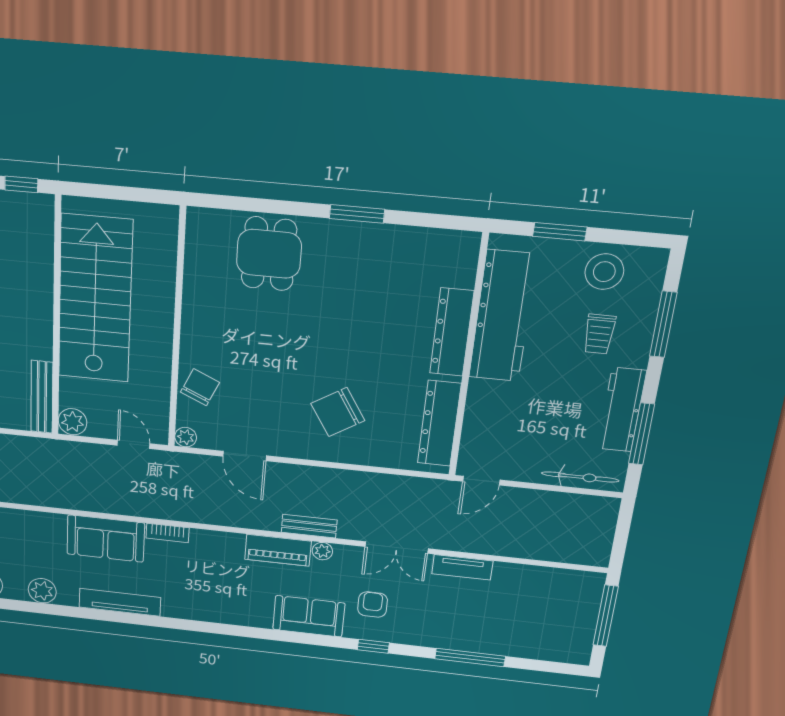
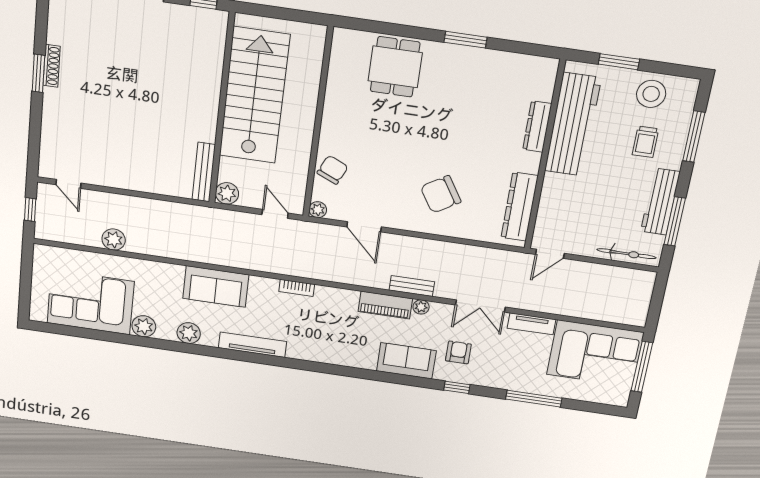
dresser: (452, 332) -> (537, 127), width x0.73, depth x0.80
sofa: (106, 539) -> (216, 286), moved
corner sofa: (545, 601) -> (595, 353), added

